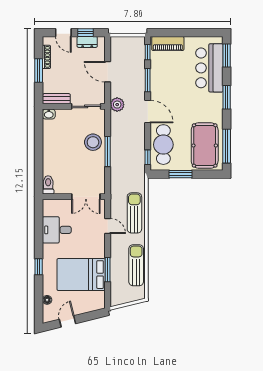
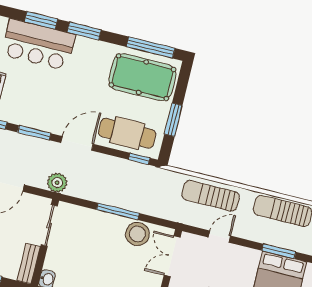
window: (227, 56) -> (41, 20), moved
stool: (93, 142) -> (137, 234), moved
double door: (86, 197) -> (172, 256), swing flipped

